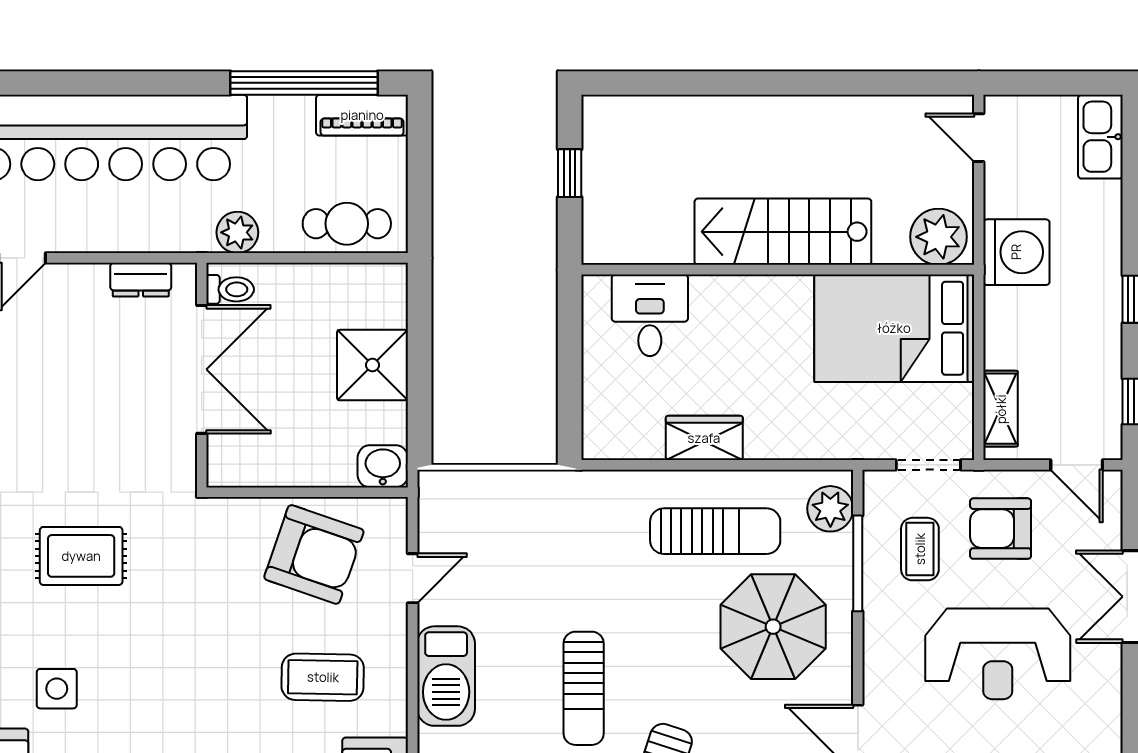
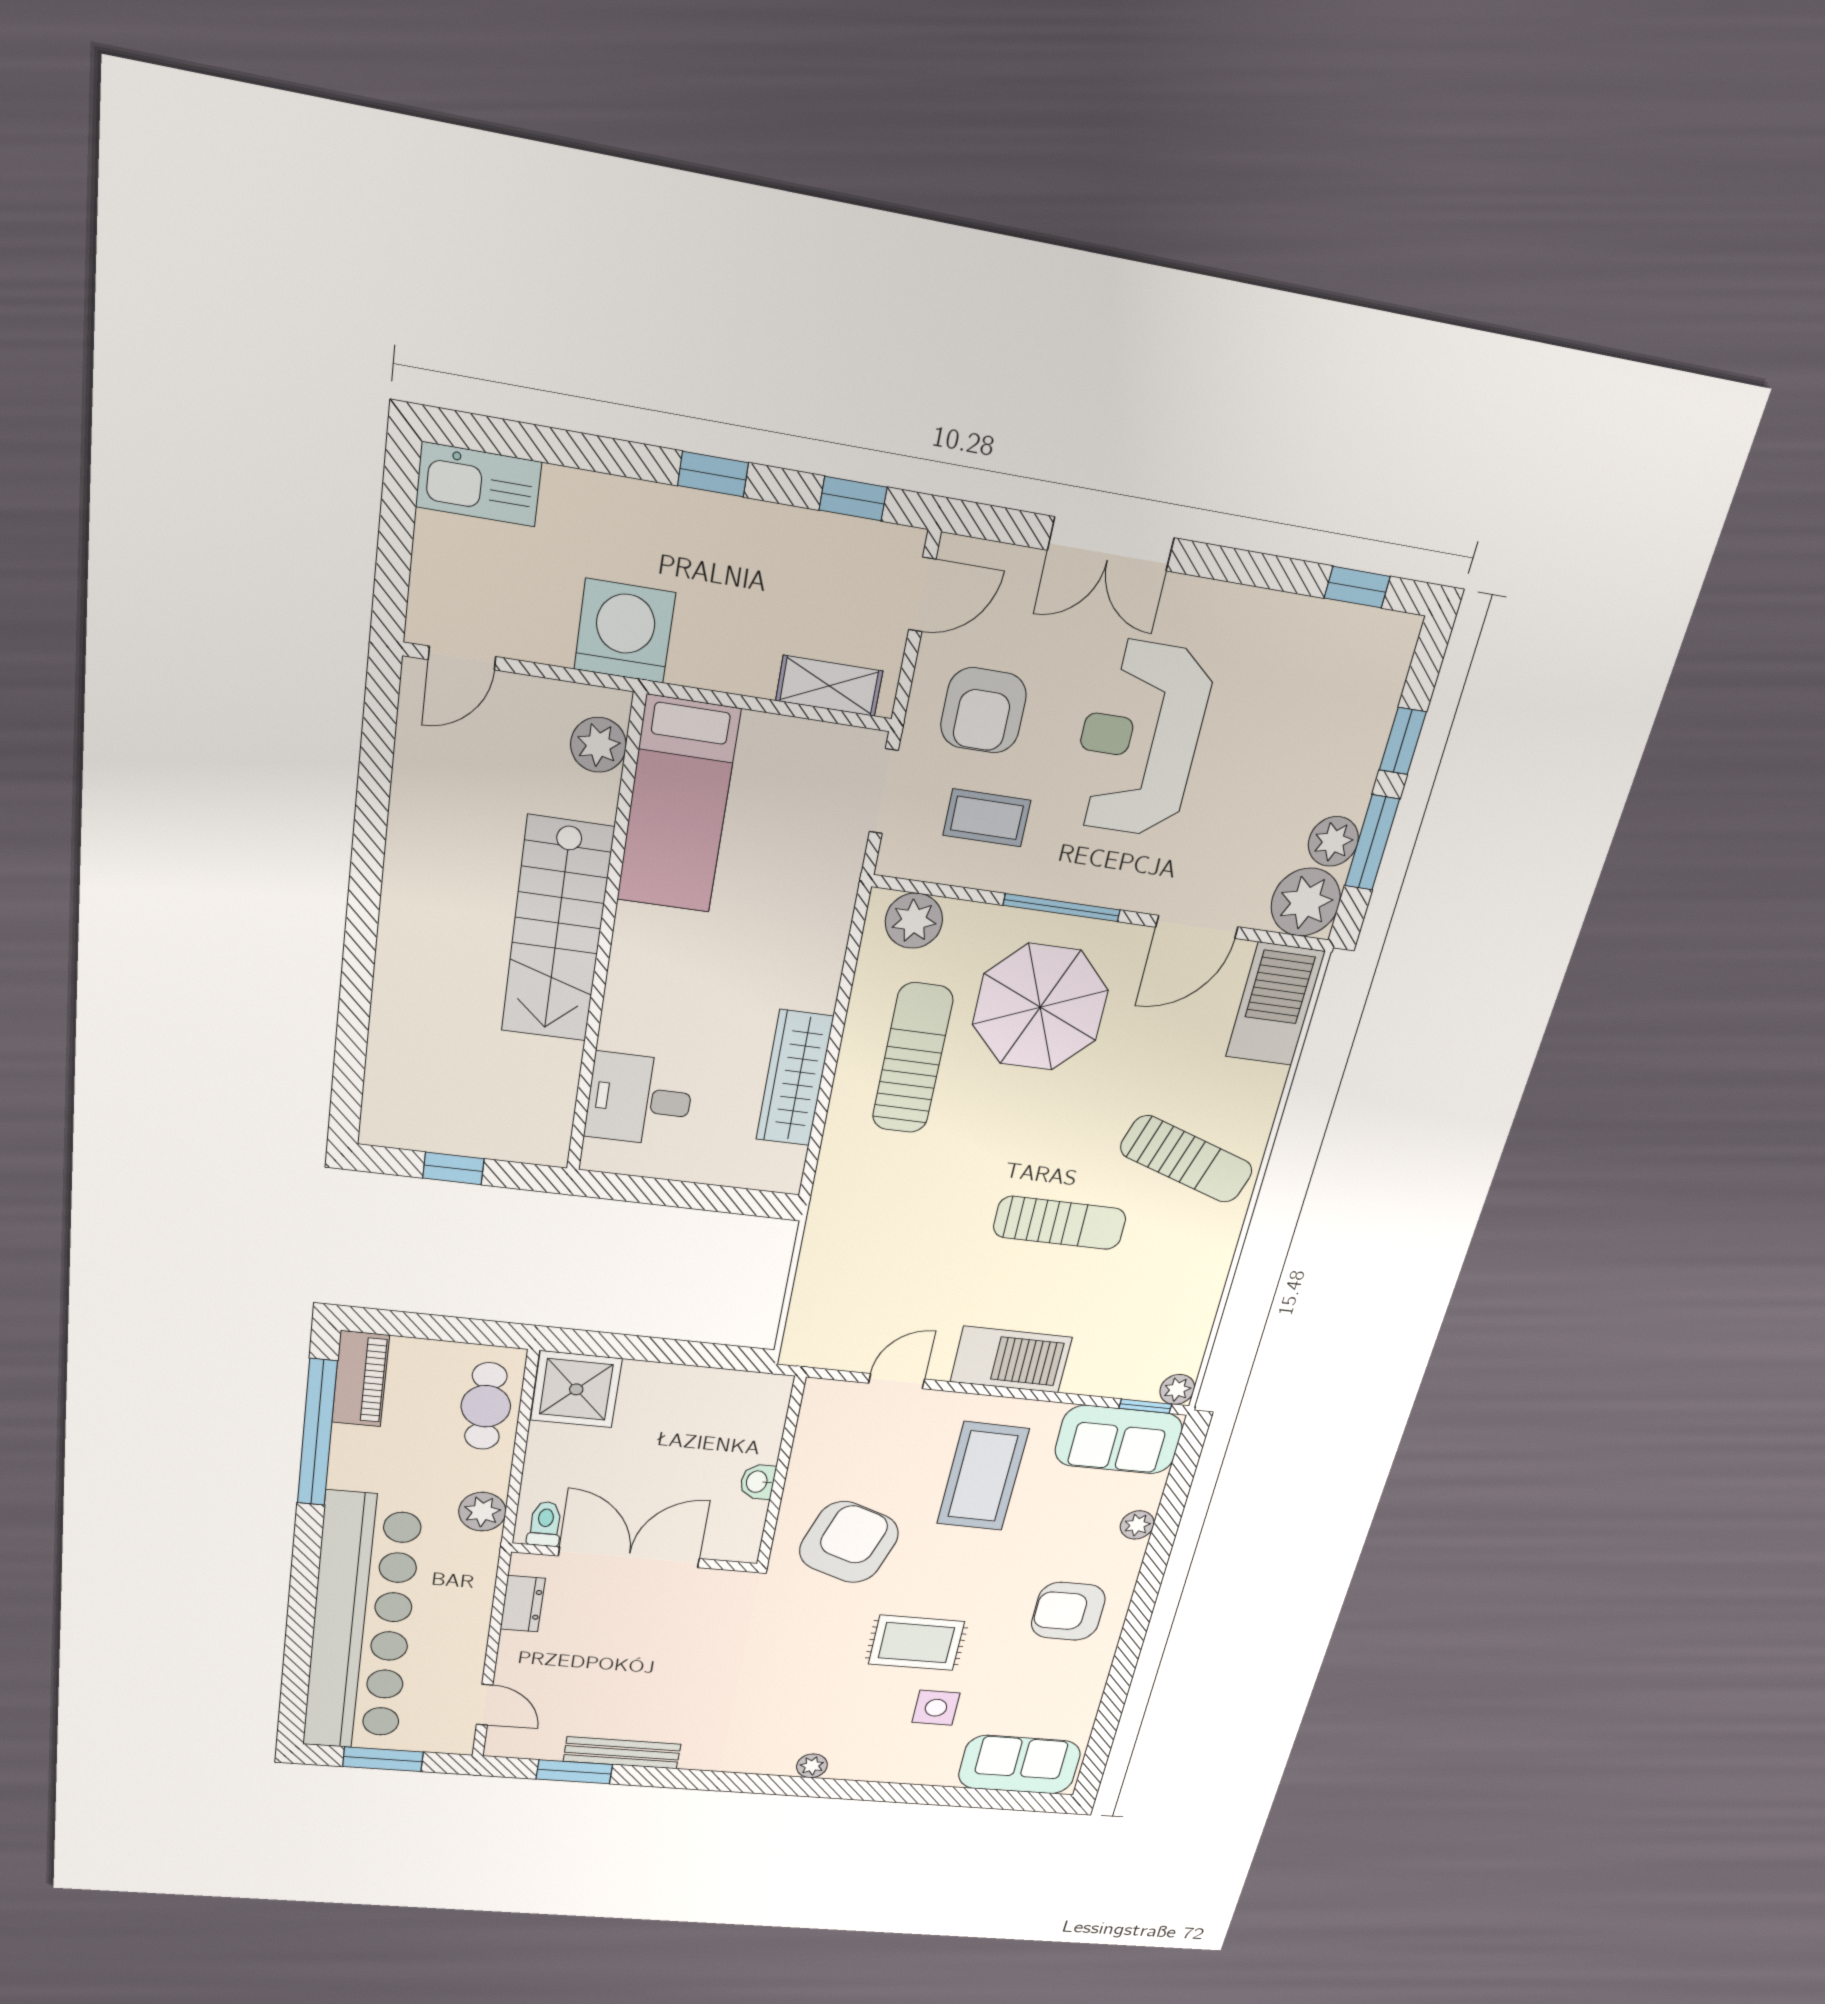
plant: (938, 237) -> (598, 745), width x0.73, depth x0.73
bed: (894, 328) -> (678, 805), width x0.67
shower: (372, 365) -> (576, 1389), moved
wardrobe: (704, 438) -> (795, 1078), width x1.50
washbasin: (383, 466) -> (758, 1482), moved, width x0.72, depth x0.69
armchair: (314, 554) -> (849, 1542), moved
rug: (81, 556) -> (916, 1643), moved, turned 90
window: (858, 563) -> (1062, 908), moved
door: (413, 578) -> (897, 1381), hinge flipped
reception desk: (998, 654) -> (1139, 739), turned 180
coffee table: (323, 677) -> (983, 1476), width x1.36, depth x1.32

